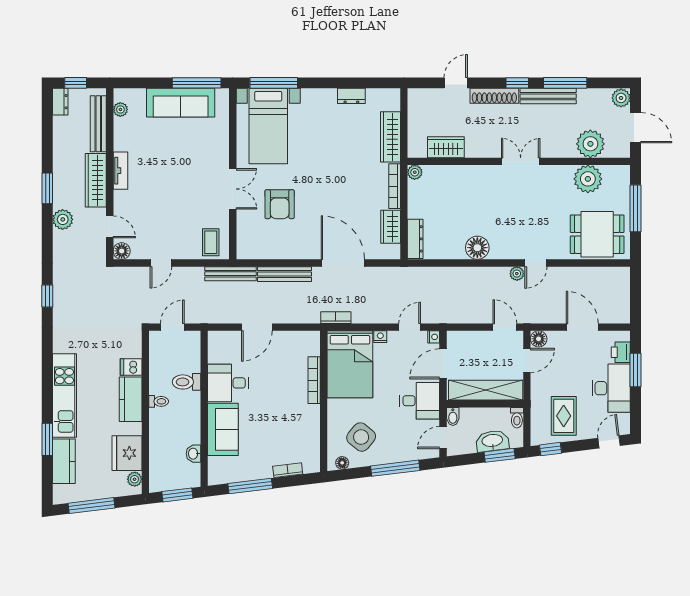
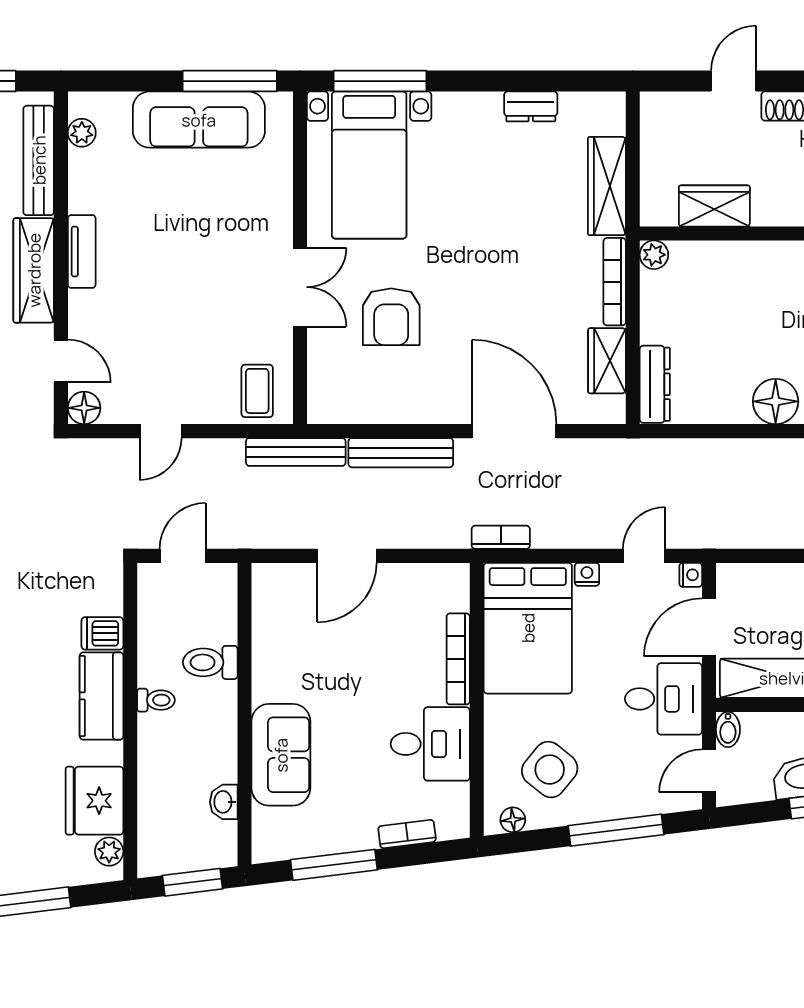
desk: (228, 383) -> (430, 744), moved, turned 180

